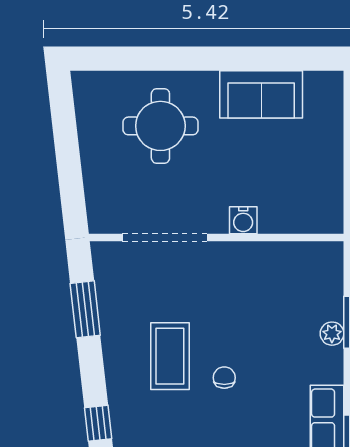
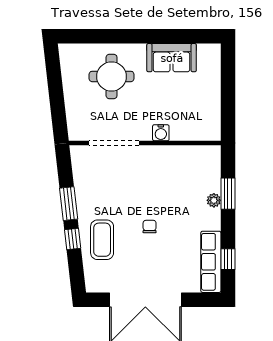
window: (85, 309) -> (69, 204), moved
coffee table: (170, 356) -> (102, 240), moved
window: (98, 423) -> (73, 239), moved

